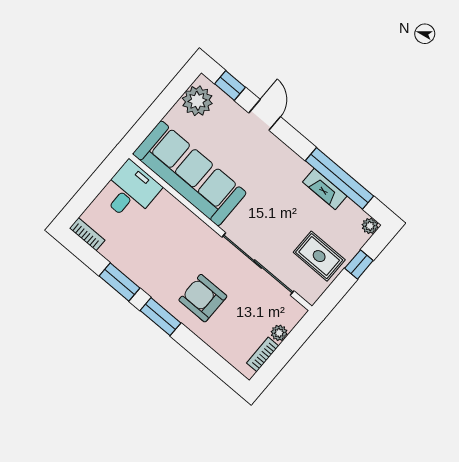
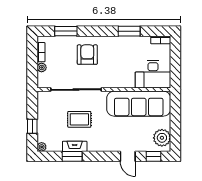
window: (339, 178) -> (72, 156), width x0.47
desk: (130, 191) -> (153, 74), width x1.37
rug: (319, 256) -> (79, 119), moved
armchair: (203, 298) -> (87, 55), turned -90
window: (160, 317) -> (66, 31), moved

